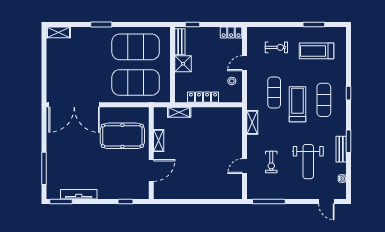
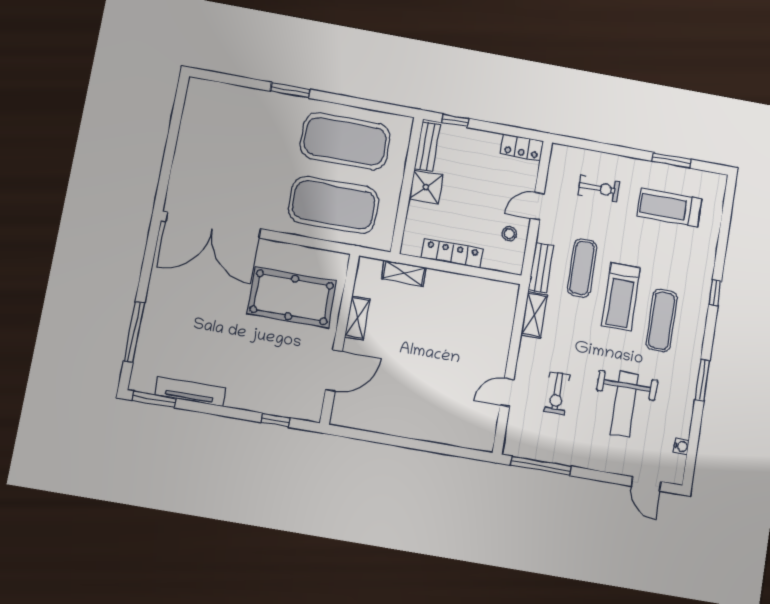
shelving: (58, 32) -> (209, 90), removed
exercise mat: (324, 100) -> (662, 321), moved
treadmill: (298, 104) -> (621, 297), turned 180
bench: (341, 149) -> (541, 268), moved

